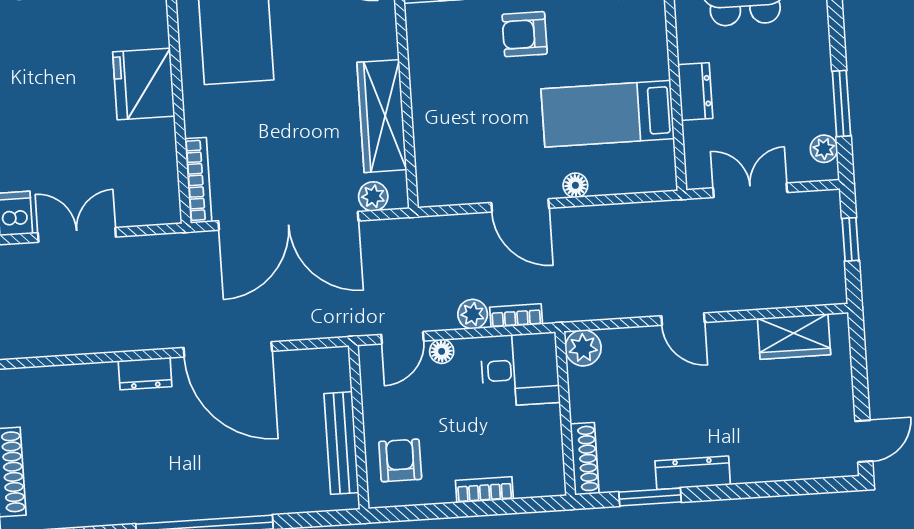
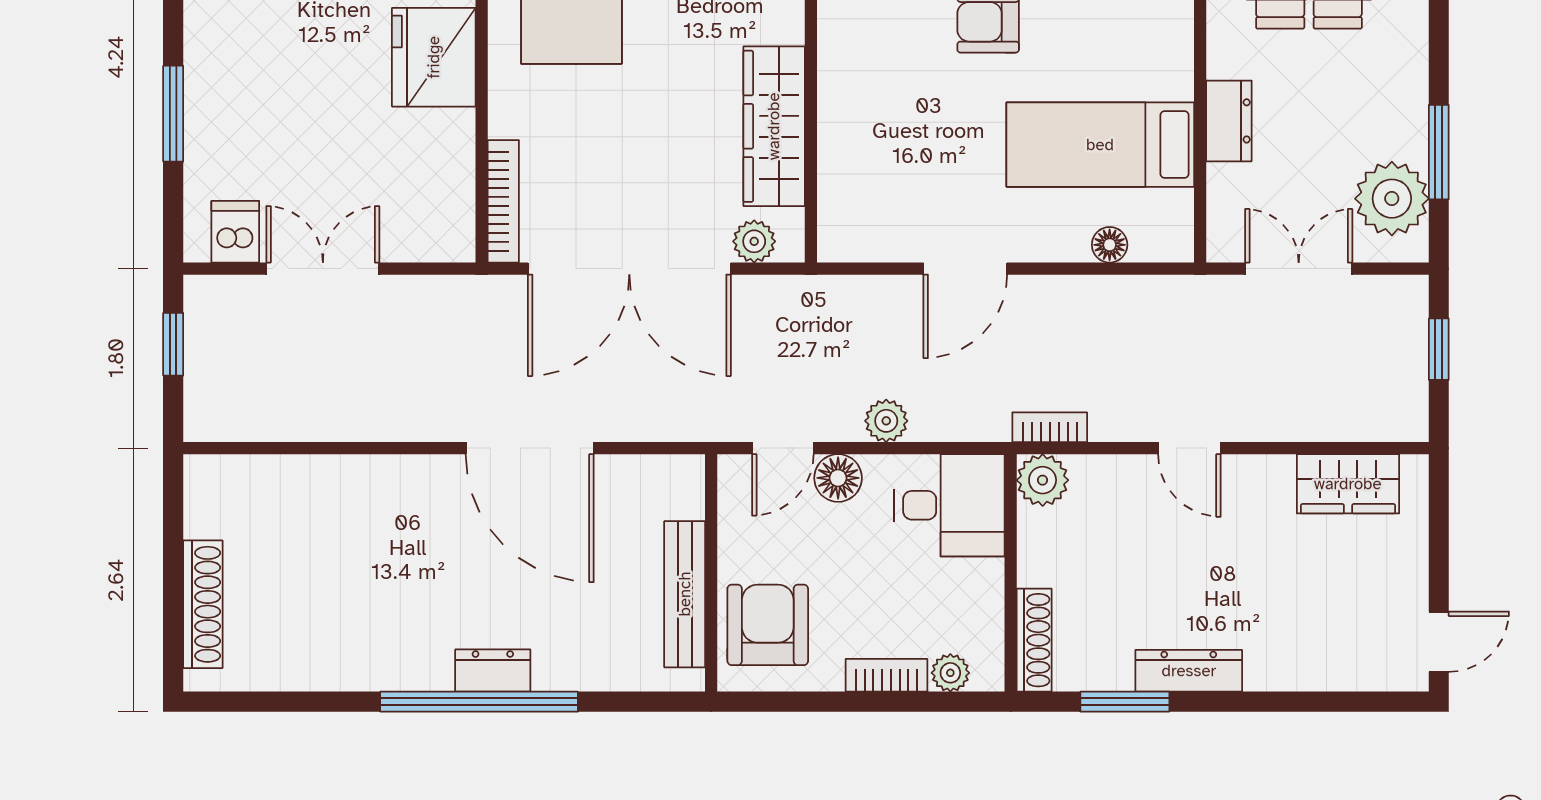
plant: (824, 149) -> (1392, 199), width x1.87, depth x1.87
floor lamp: (575, 185) -> (1110, 245), moved
door: (520, 205) -> (965, 269), hinge flipped
bookcase: (516, 316) -> (1050, 427), moved
floor lamp: (442, 351) -> (838, 478), width x1.37, depth x1.37
dresser: (145, 374) -> (493, 671), moved, turned 180
armchair: (400, 460) -> (768, 625), width x1.38, depth x1.38
plant: (528, 485) -> (950, 673), added

